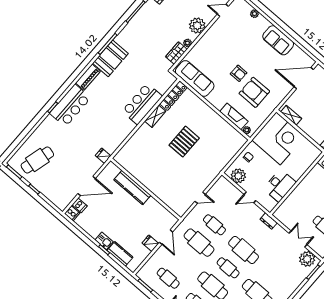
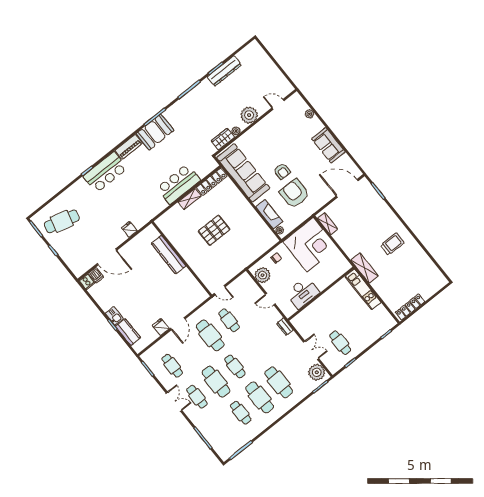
sofa: (195, 79) -> (243, 173), width x1.36, depth x1.27
kitchen counter: (132, 188) -> (168, 255), moved
wall: (146, 189) -> (182, 259), moved
cafe table: (244, 250) -> (279, 382), moved

